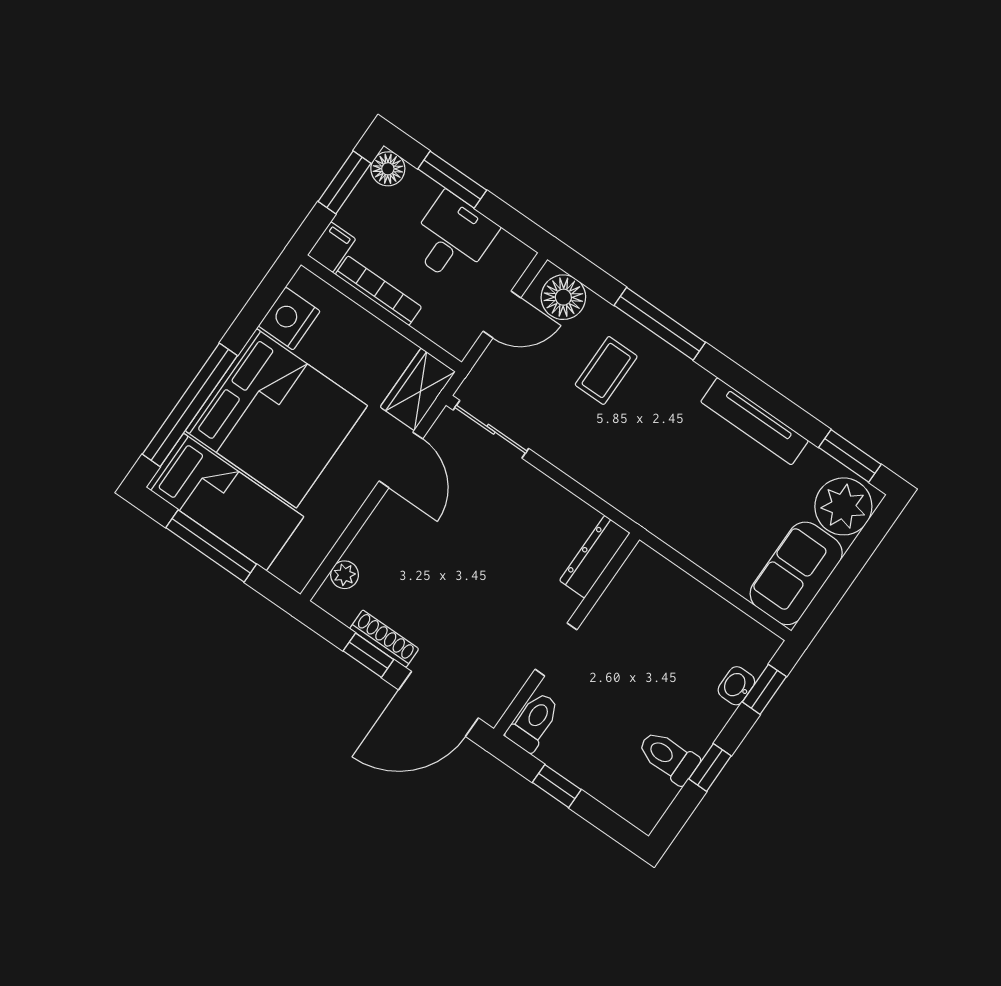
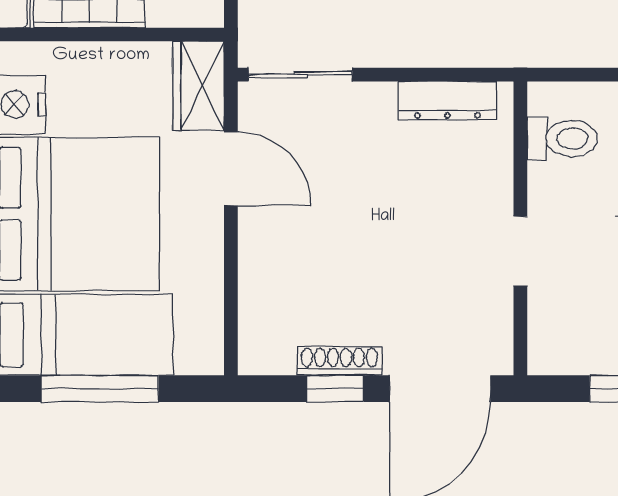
dresser: (595, 557) -> (447, 101), moved, turned -90
plant: (345, 575) -> (255, 324), removed
toilet: (534, 722) -> (562, 138), moved, turned 90

